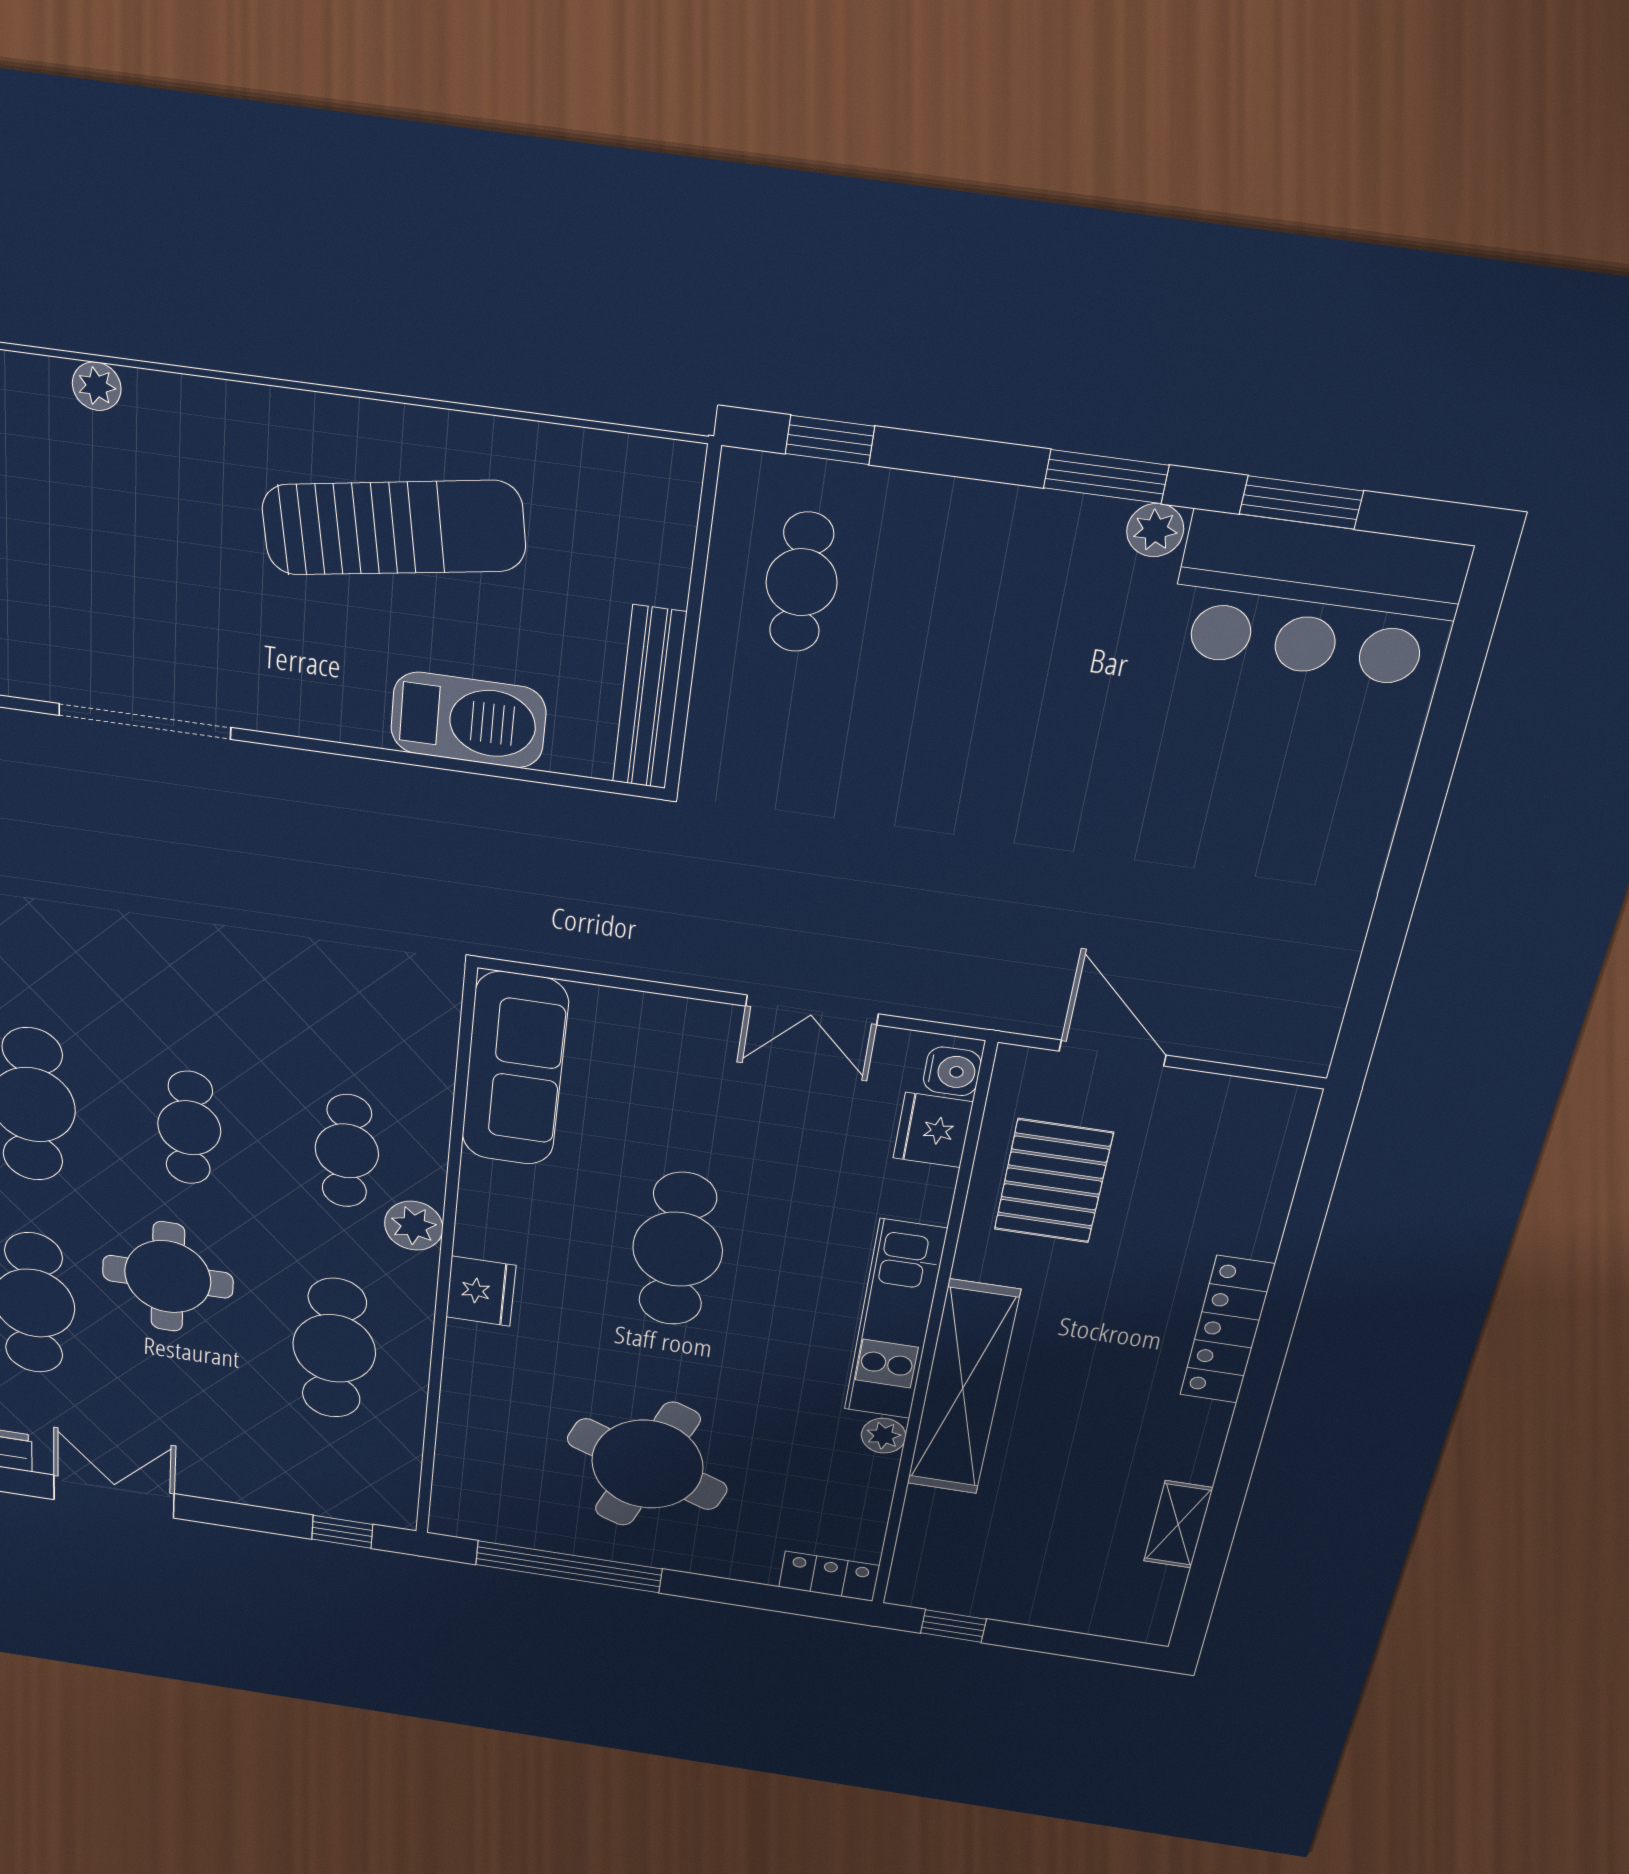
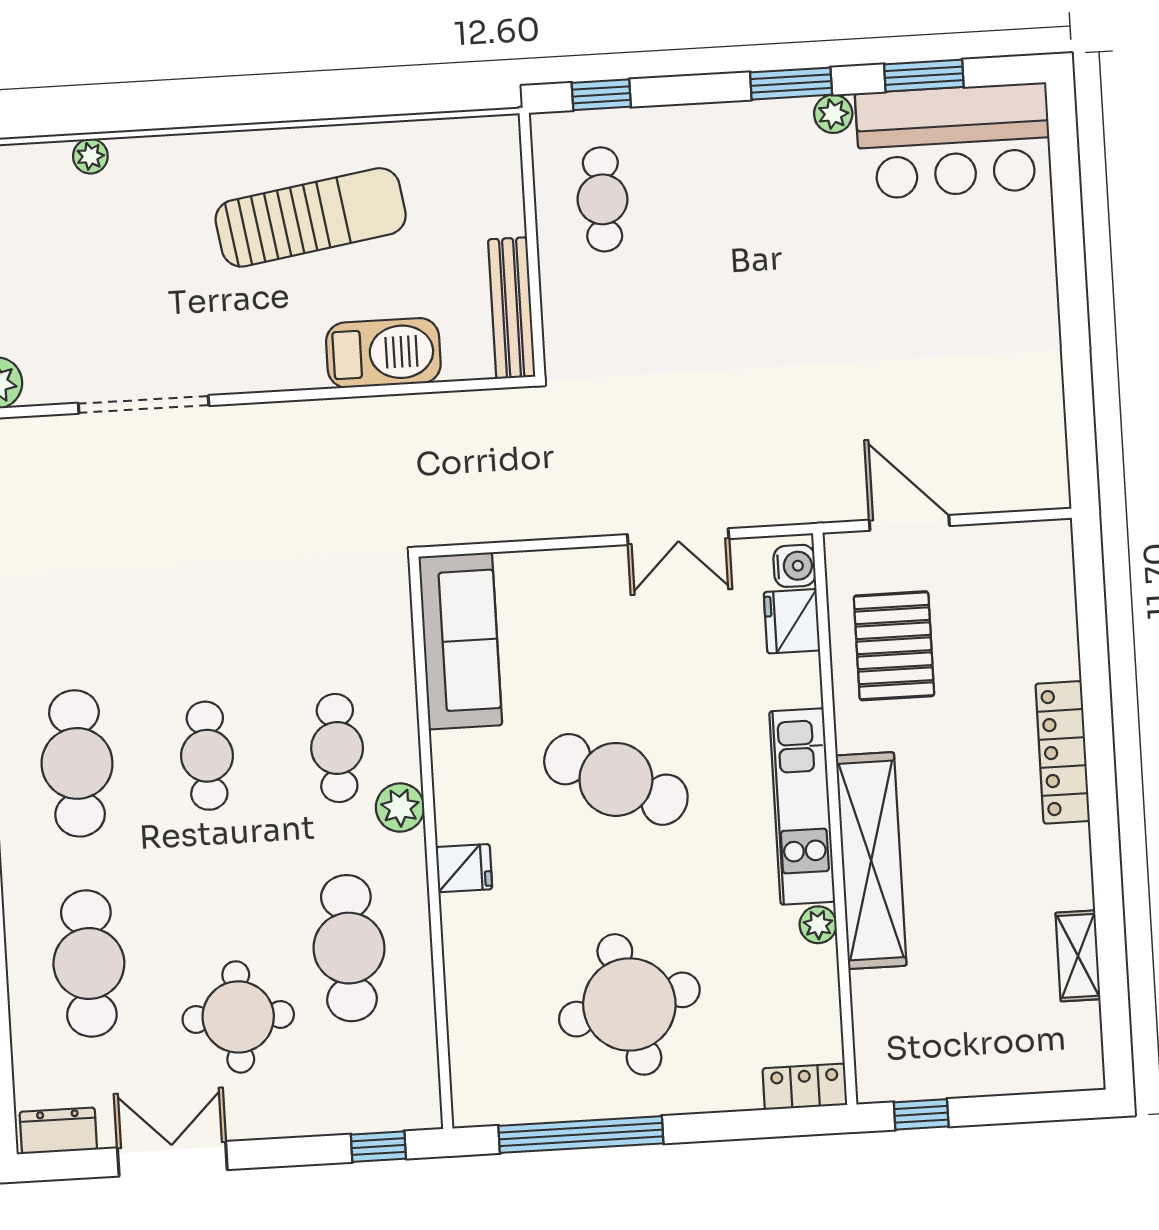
cafe table: (678, 1249) -> (616, 779), turned -64
round table: (168, 1277) -> (238, 1017), moved
fridge: (481, 1291) -> (464, 868), width x0.72
round table: (647, 1464) -> (629, 1004), turned -33

